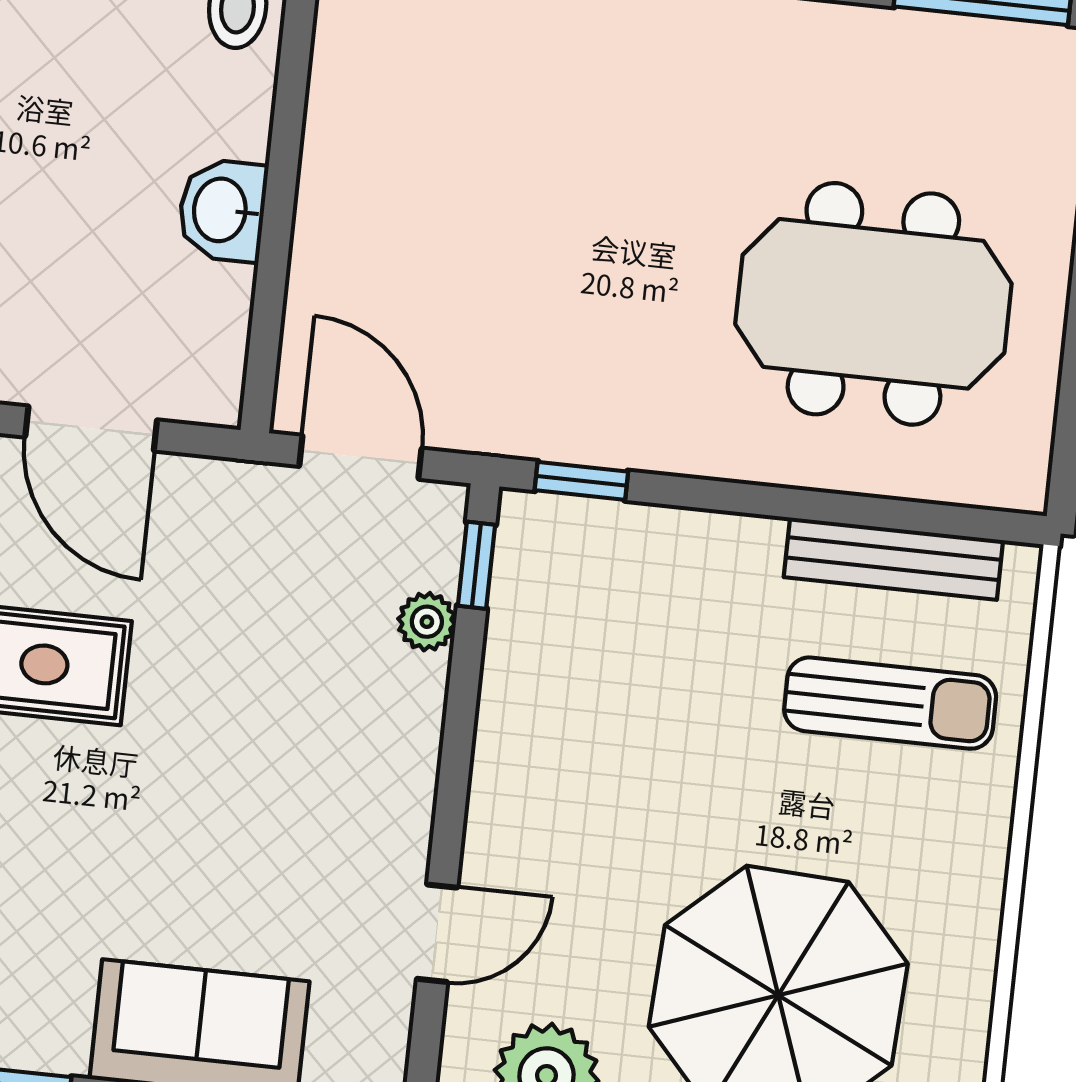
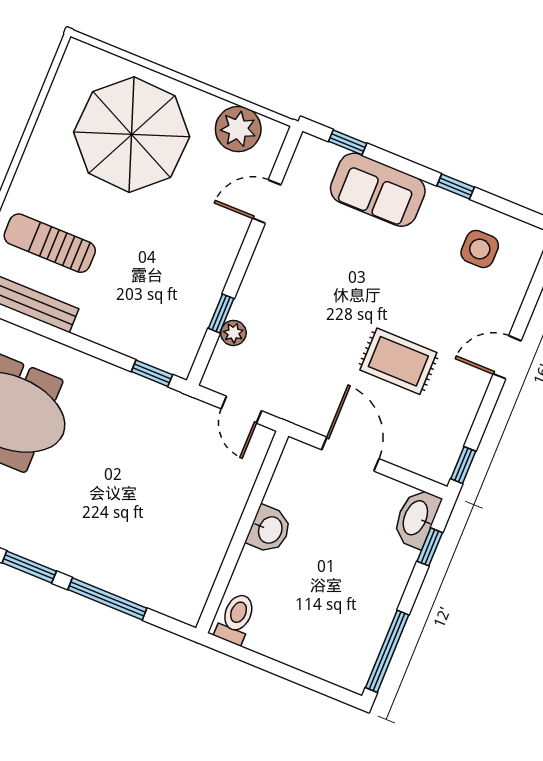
door: (360, 457) -> (241, 410), width x0.73
window: (476, 565) -> (221, 313), moved

